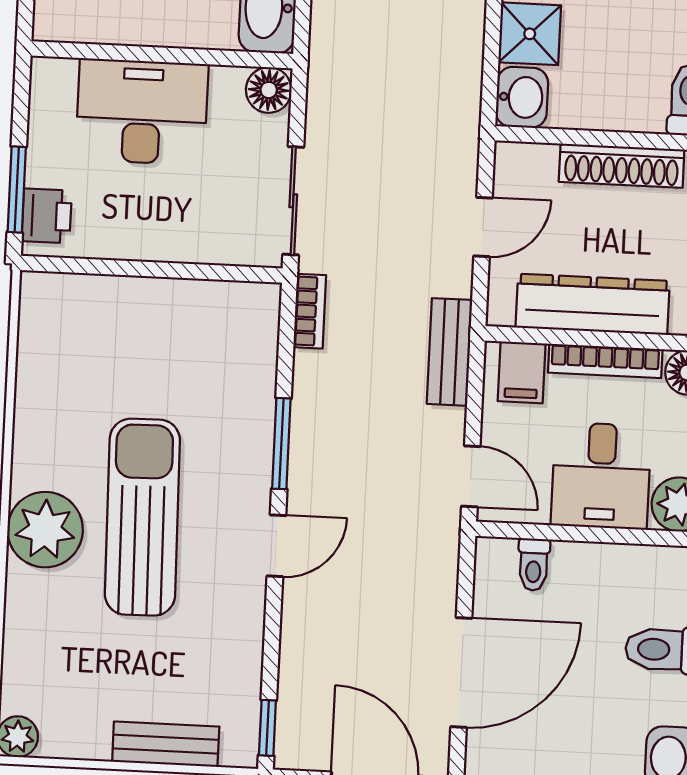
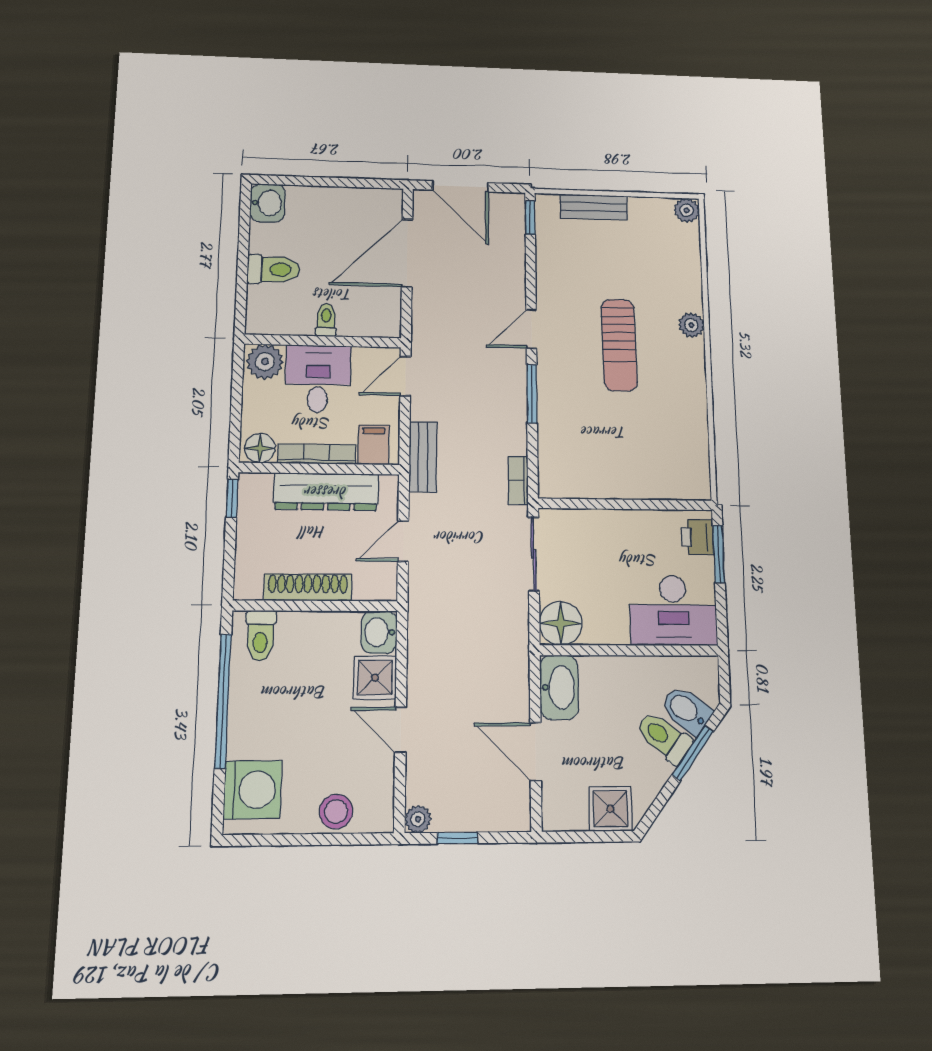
floor lamp: (269, 90) -> (561, 623), width x1.38, depth x1.38
desk: (142, 112) -> (673, 610), moved
door: (471, 476) -> (405, 376), hinge flipped
sun lounger: (142, 517) -> (619, 345), width x0.73, depth x0.75
plant: (45, 530) -> (691, 325), width x0.53, depth x0.53
toilet: (534, 565) -> (326, 320), moved

